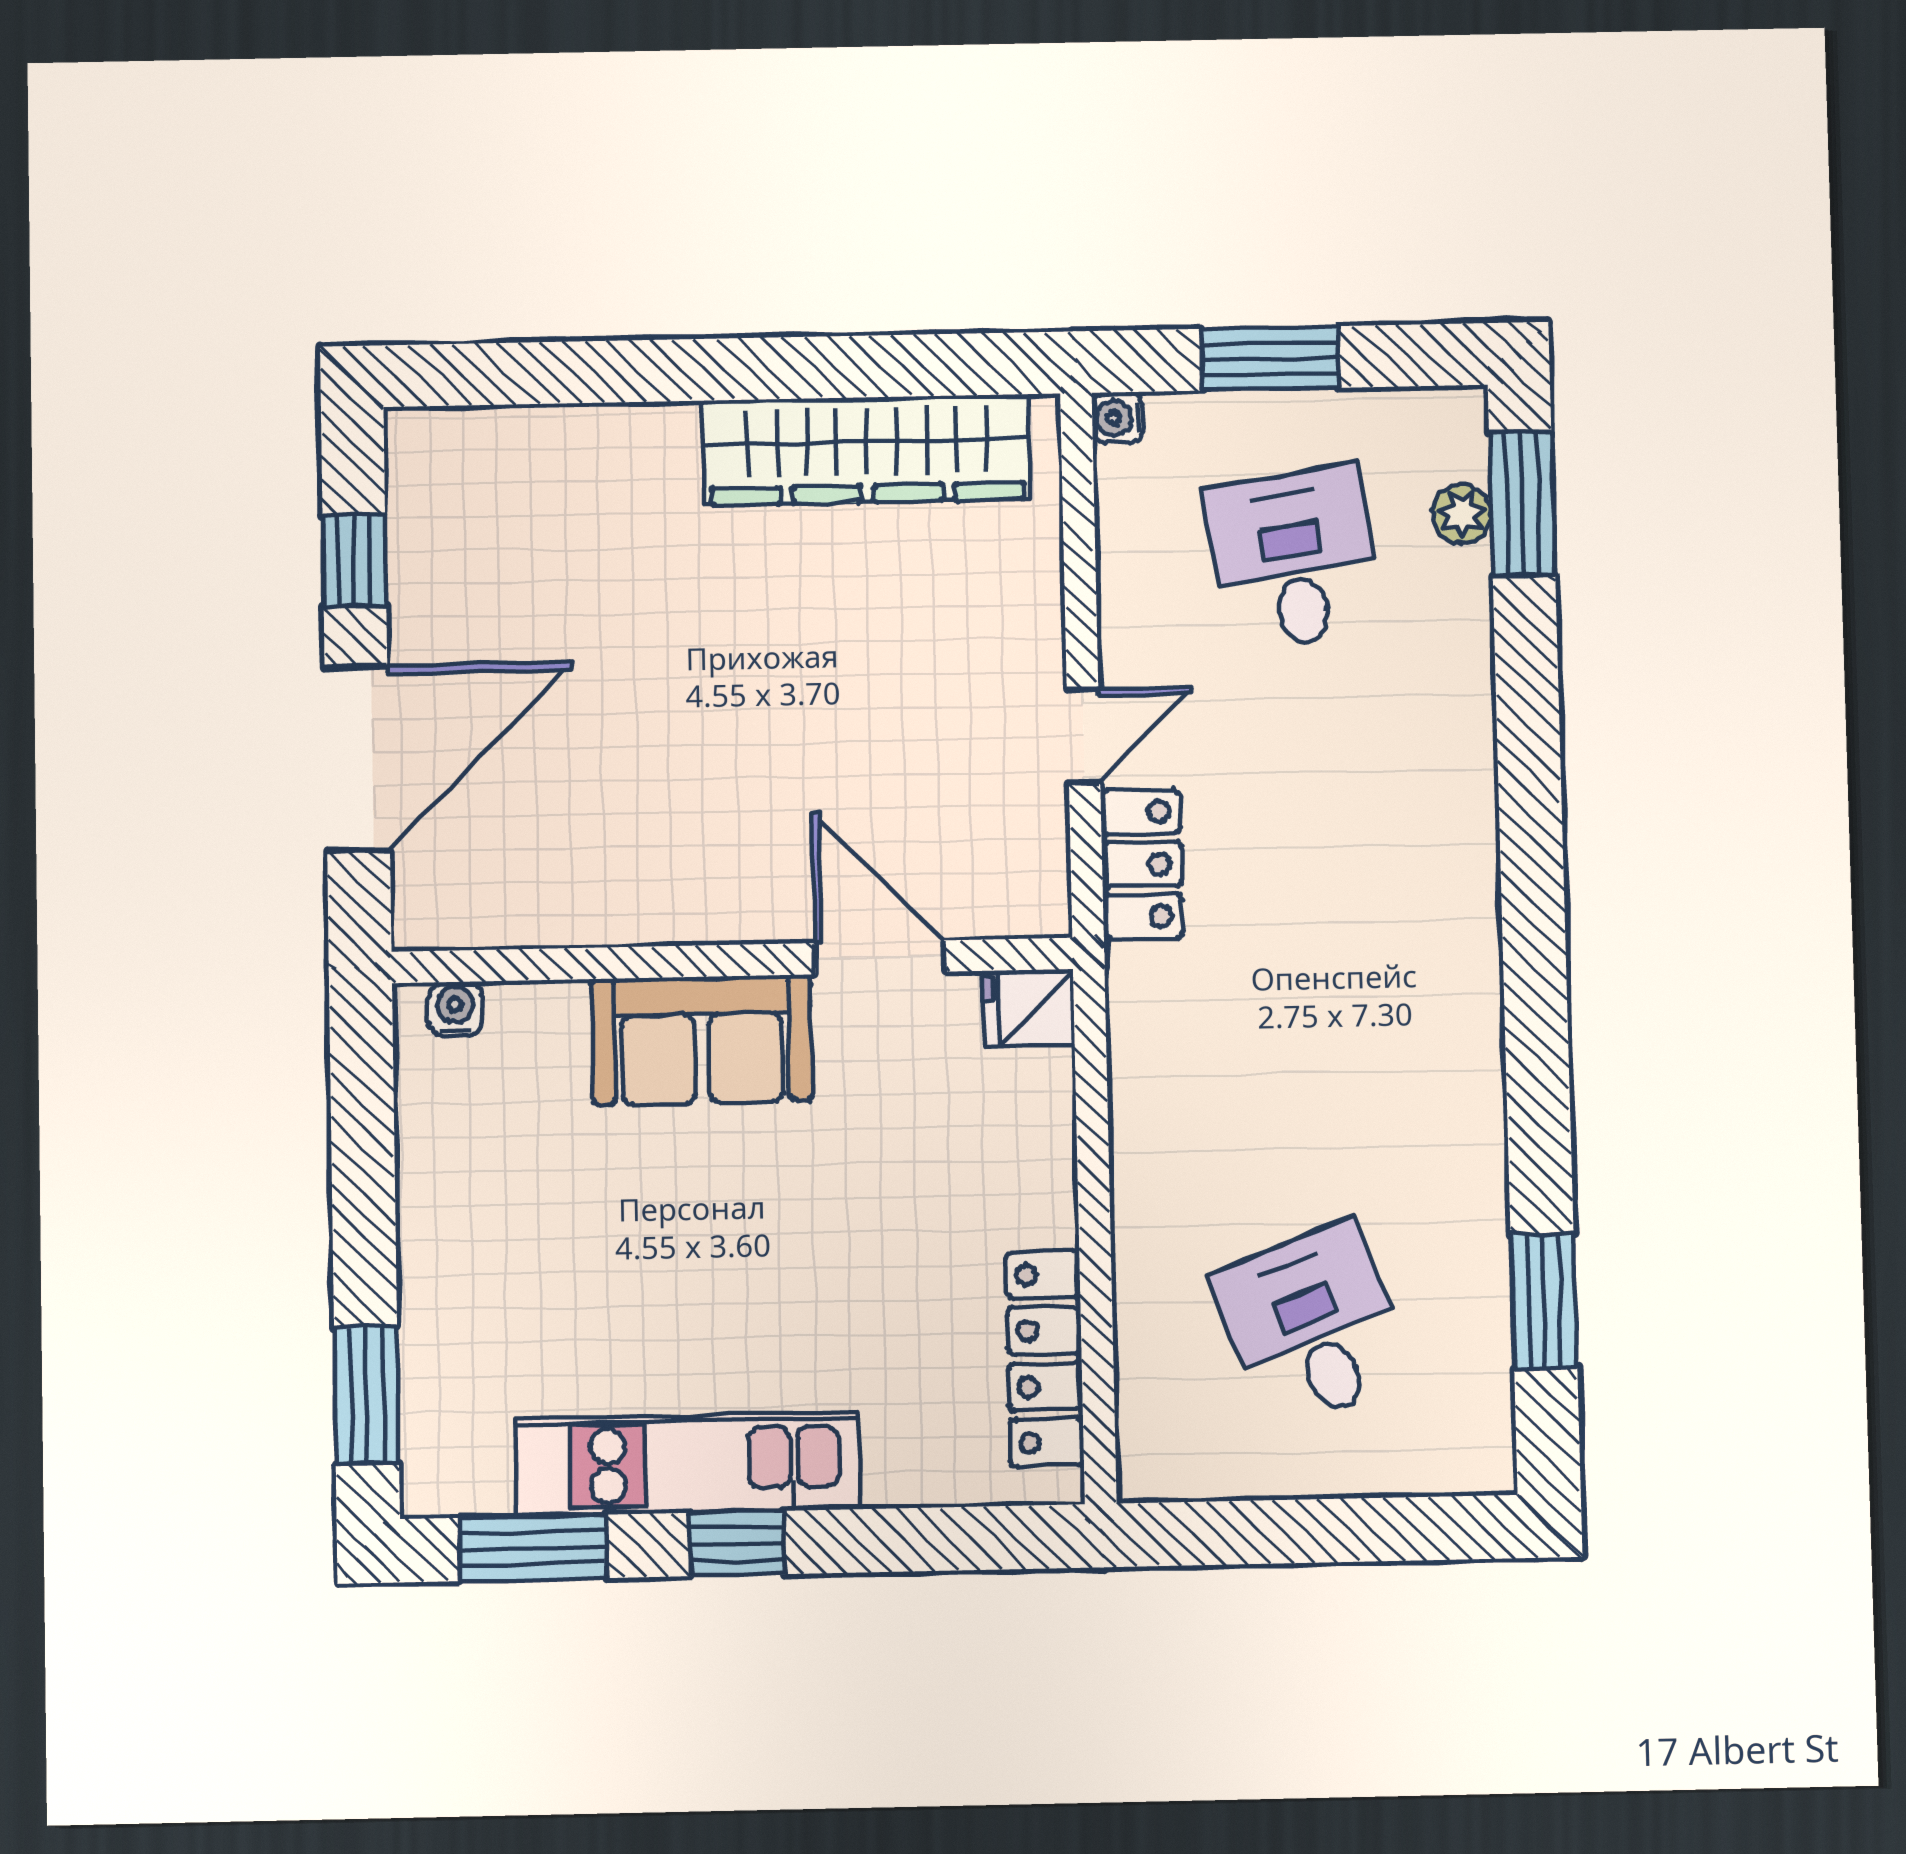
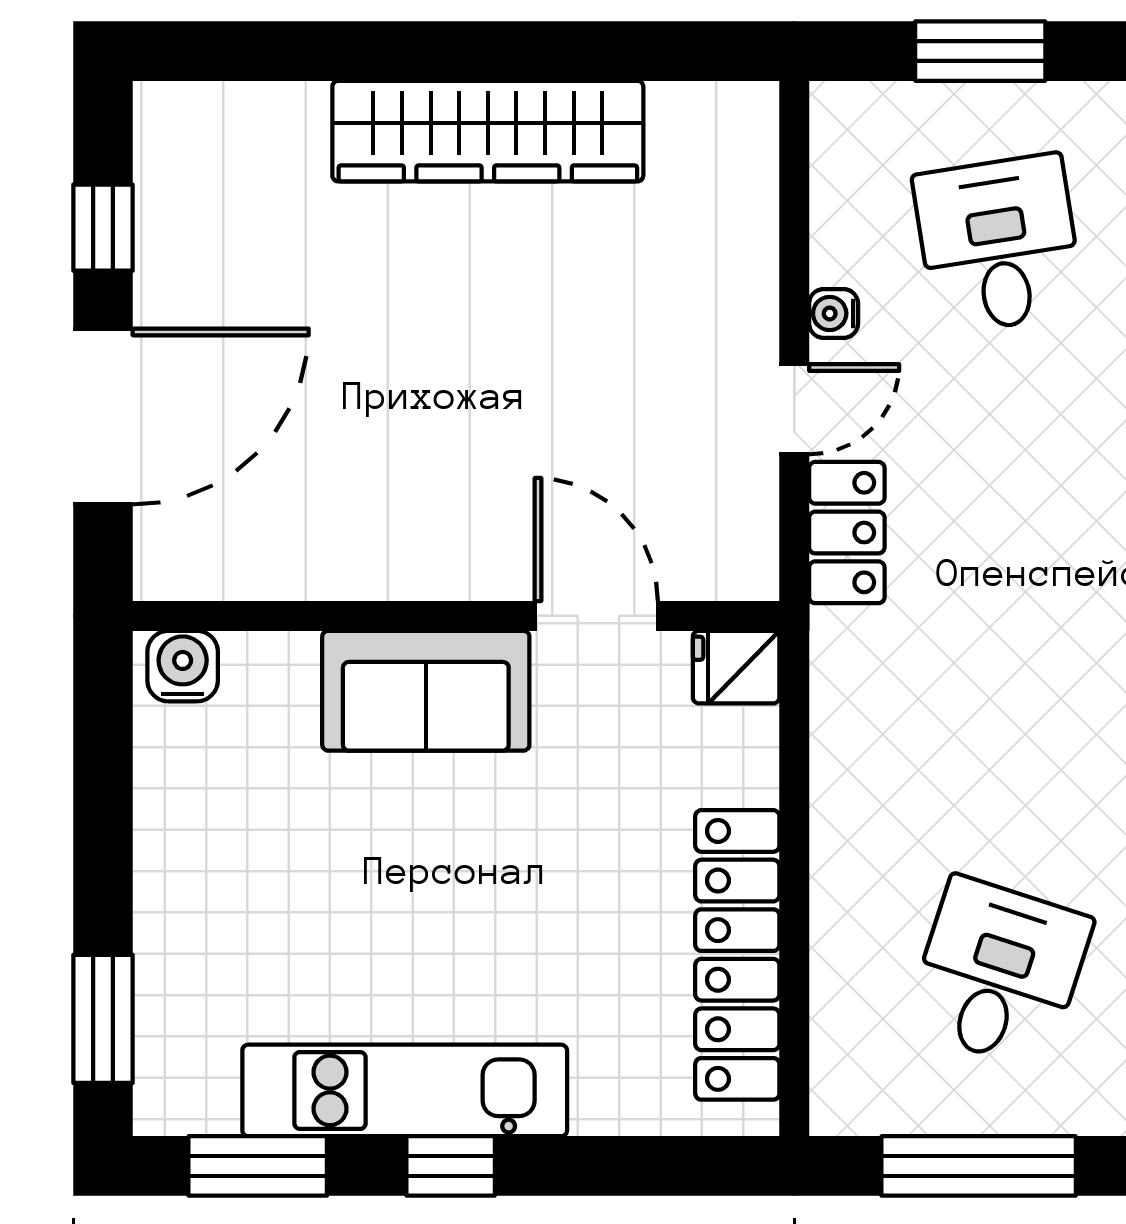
water cooler: (1118, 418) -> (834, 313), moved
wardrobe: (867, 450) -> (488, 131), moved
water cooler: (455, 1009) -> (183, 666), width x1.38, depth x1.38
desk: (1313, 1326) -> (999, 973), turned 39
locker: (1045, 1359) -> (737, 955), width x1.41, depth x1.21
window: (1297, 1531) -> (979, 1166), added

